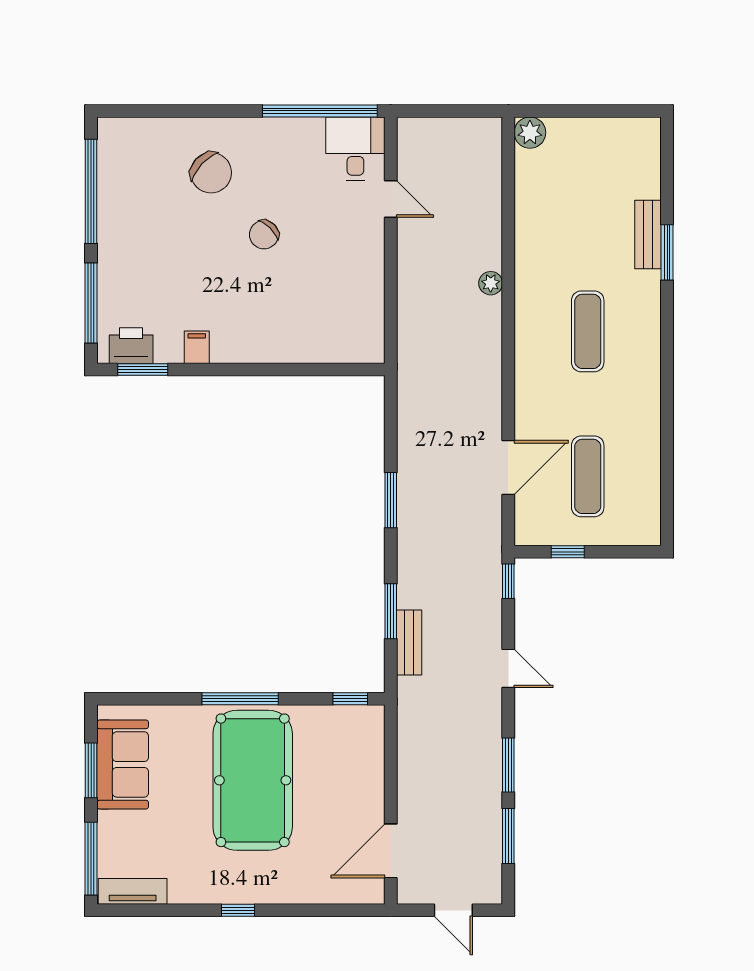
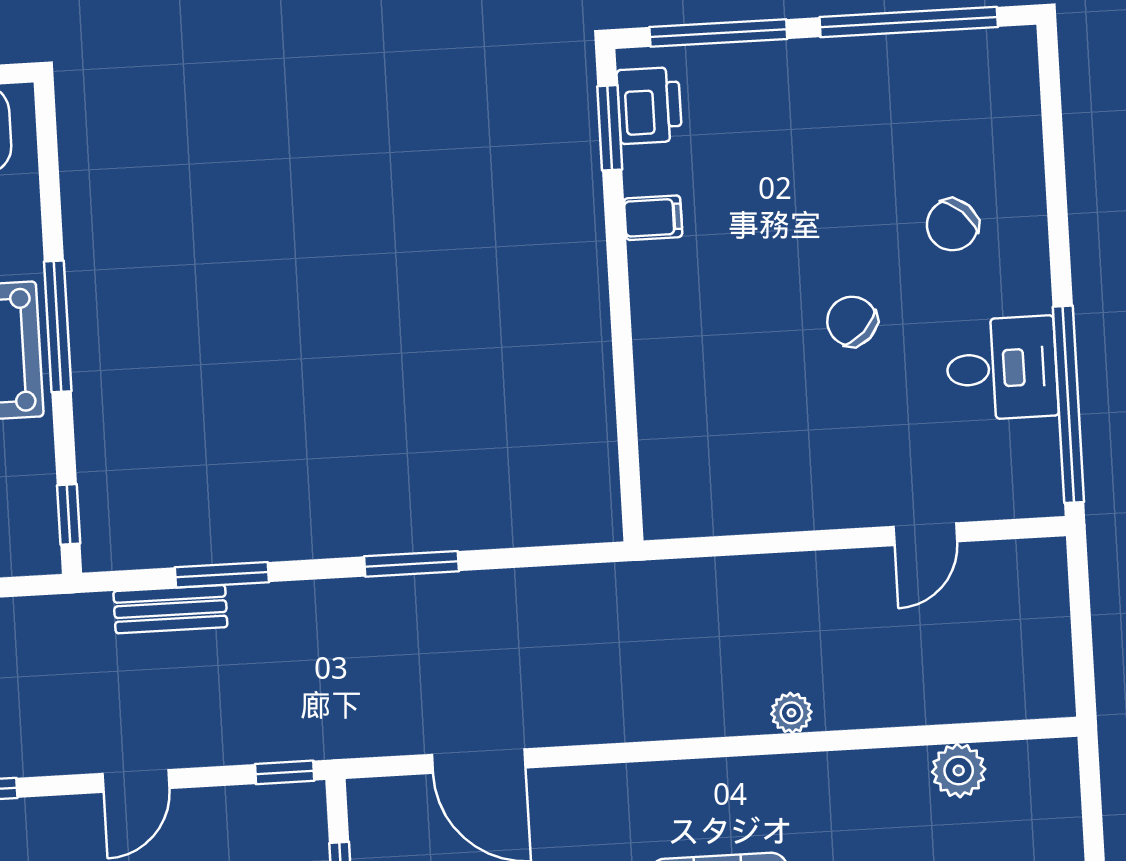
plant: (530, 133) -> (959, 770), moved
desk: (355, 149) -> (1002, 368), moved
chair: (211, 173) -> (952, 225), width x0.73, depth x0.73

